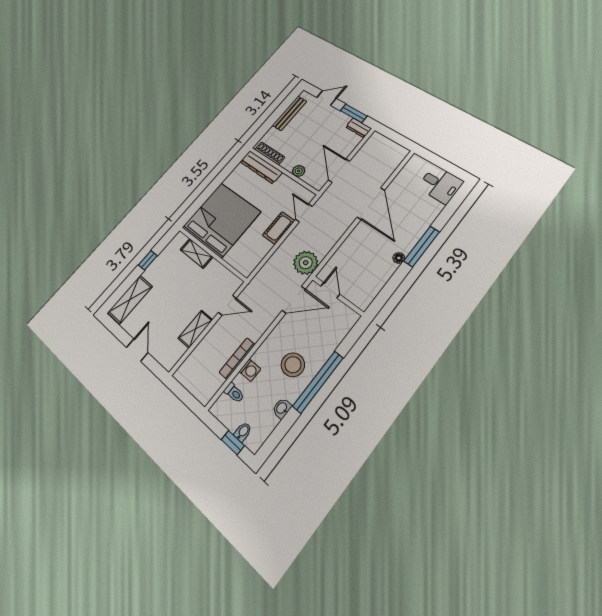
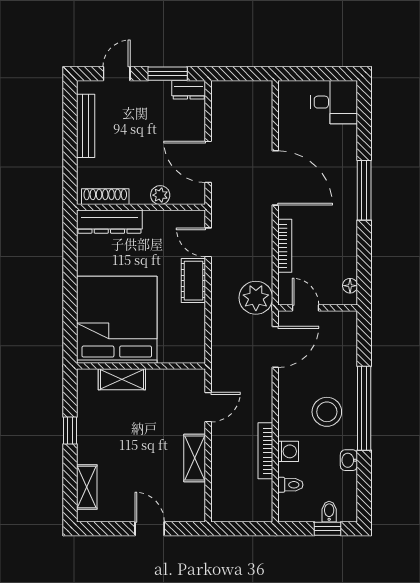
bookcase: (346, 245) -> (285, 246), added
floor lamp: (399, 258) -> (350, 286), moved
shelving: (130, 299) -> (87, 487), width x0.67, depth x0.75

